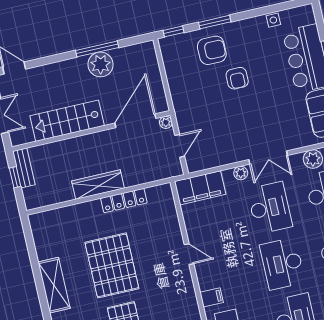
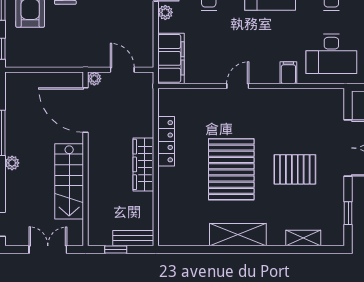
plant: (101, 64) -> (12, 163), moved, width x0.53, depth x0.53
bench: (24, 168) -> (133, 238), moved
pallet: (112, 265) -> (231, 169), turned 90

